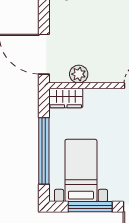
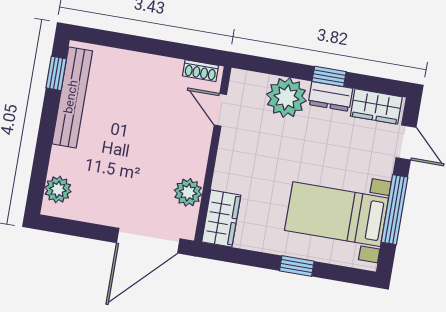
window: (44, 151) -> (297, 266), width x0.32

